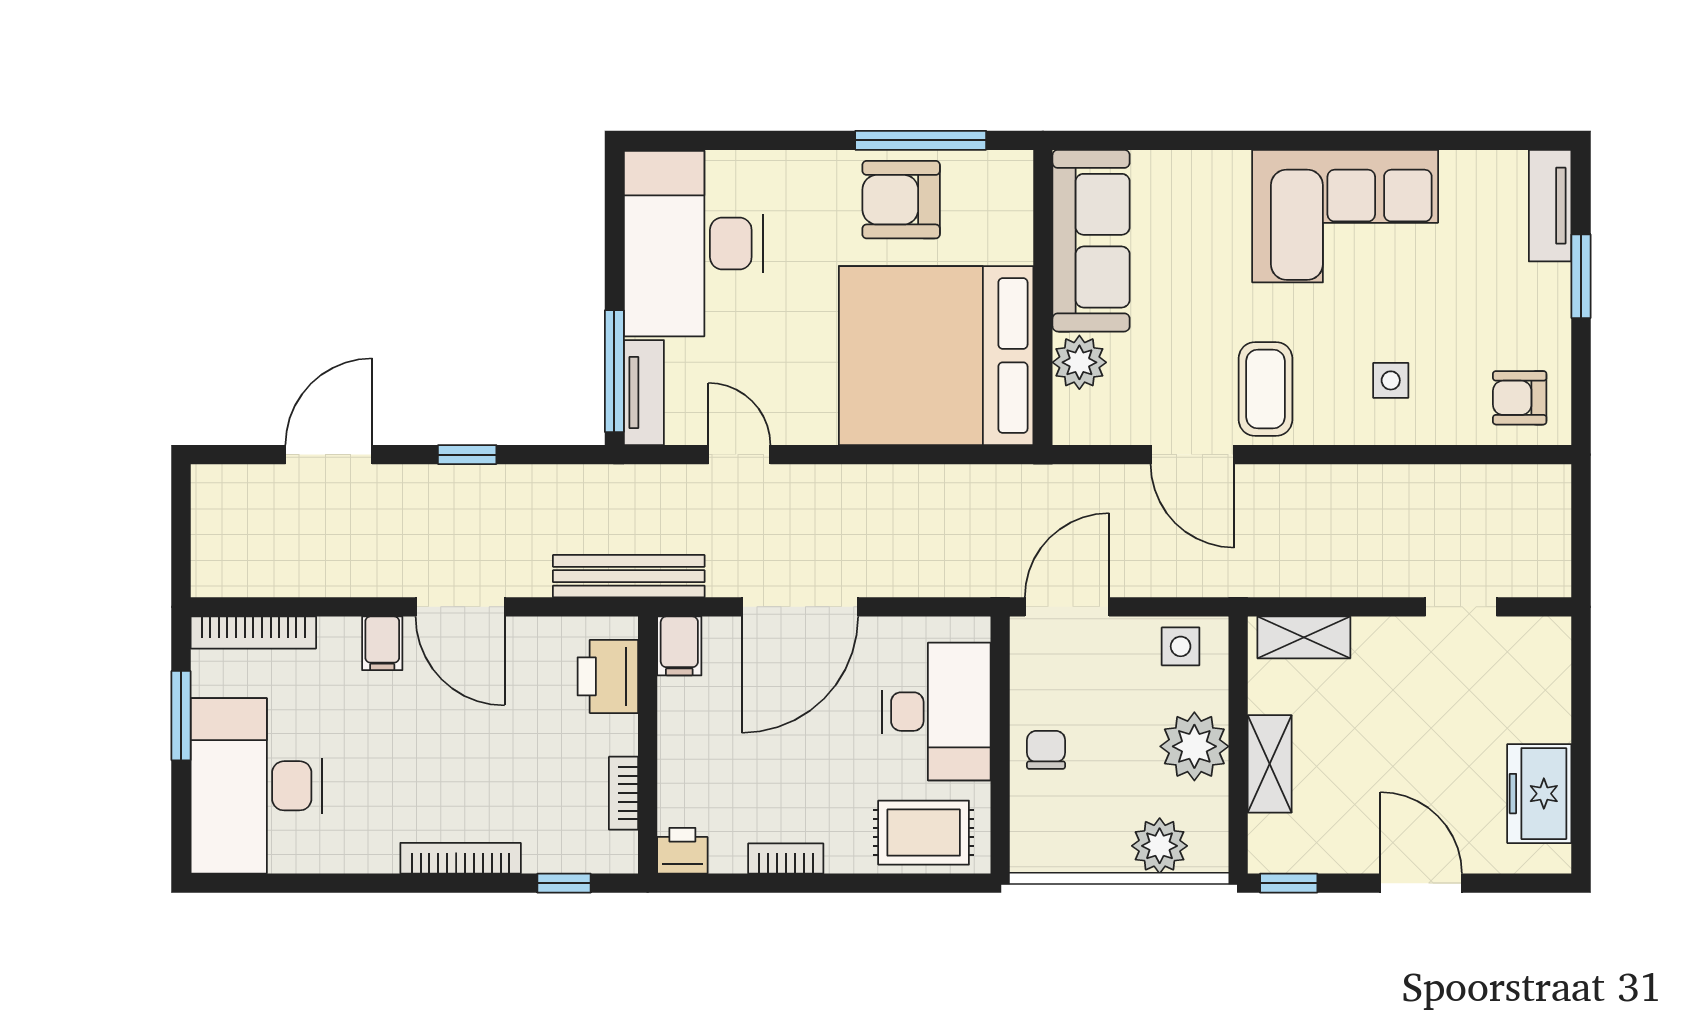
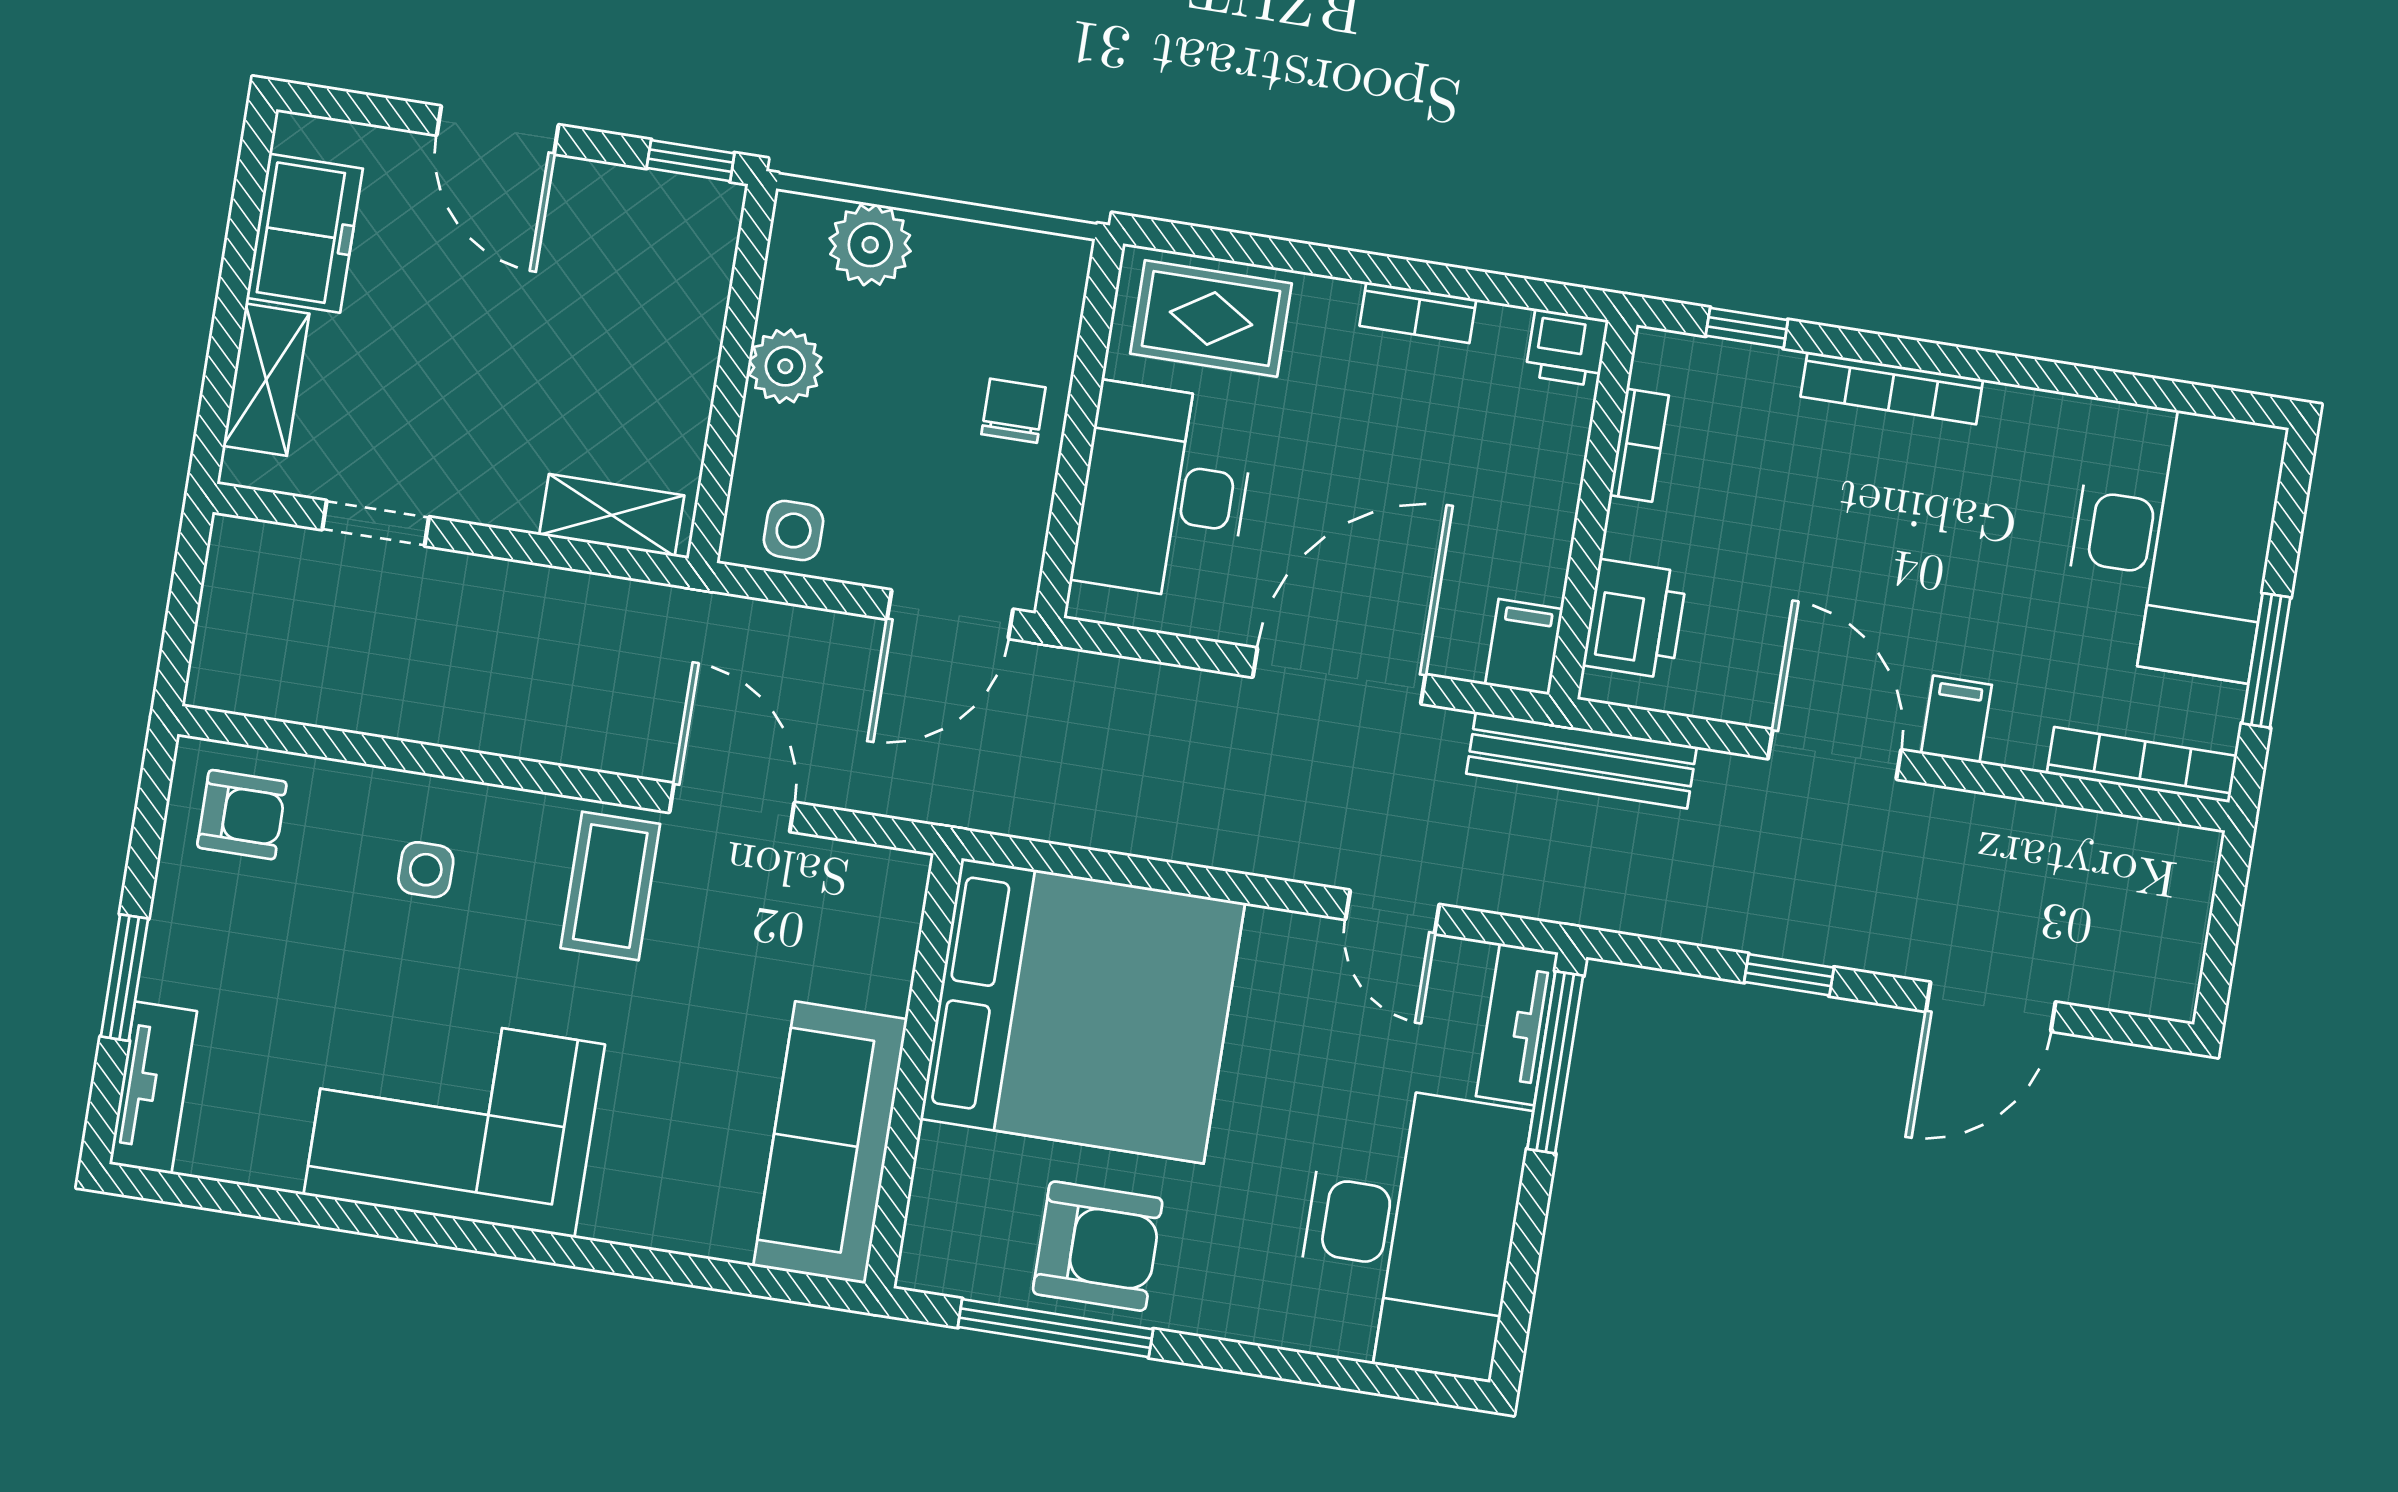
plant: (1079, 362) -> (875, 968), removed
plant: (1194, 746) -> (785, 366), width x0.73, depth x0.73
chair: (1046, 750) -> (1013, 411), turned 180
shelving: (1270, 764) -> (266, 380), moved

